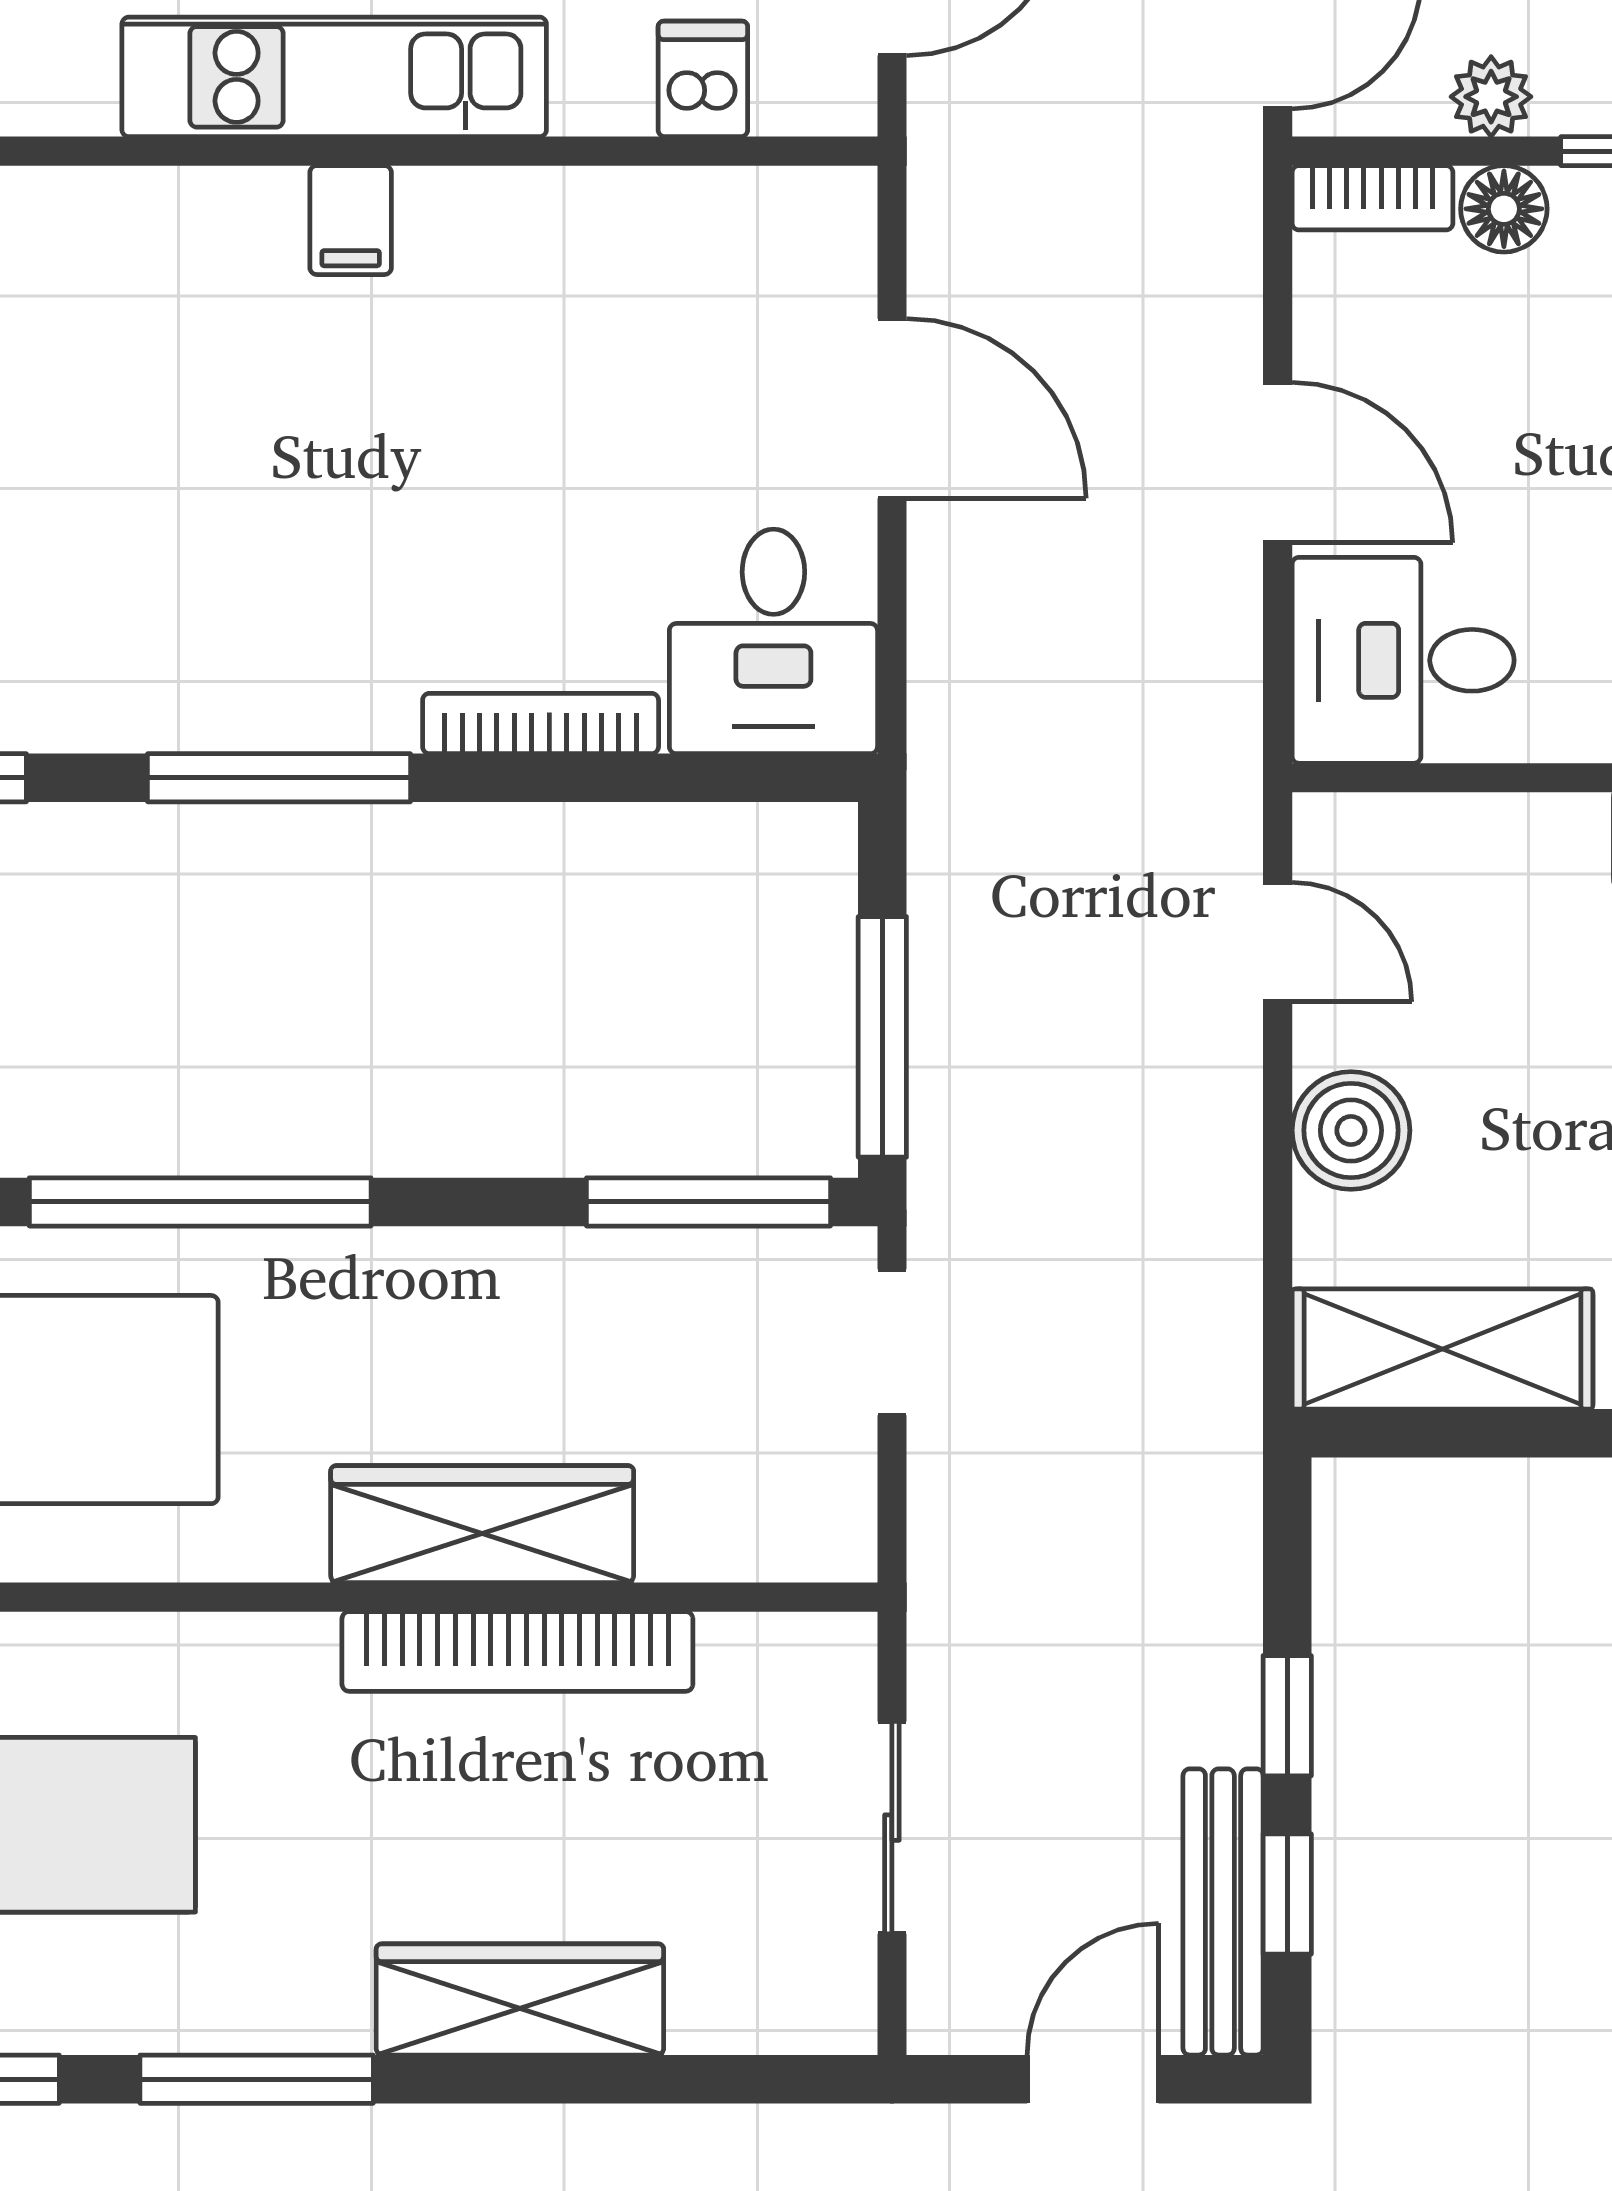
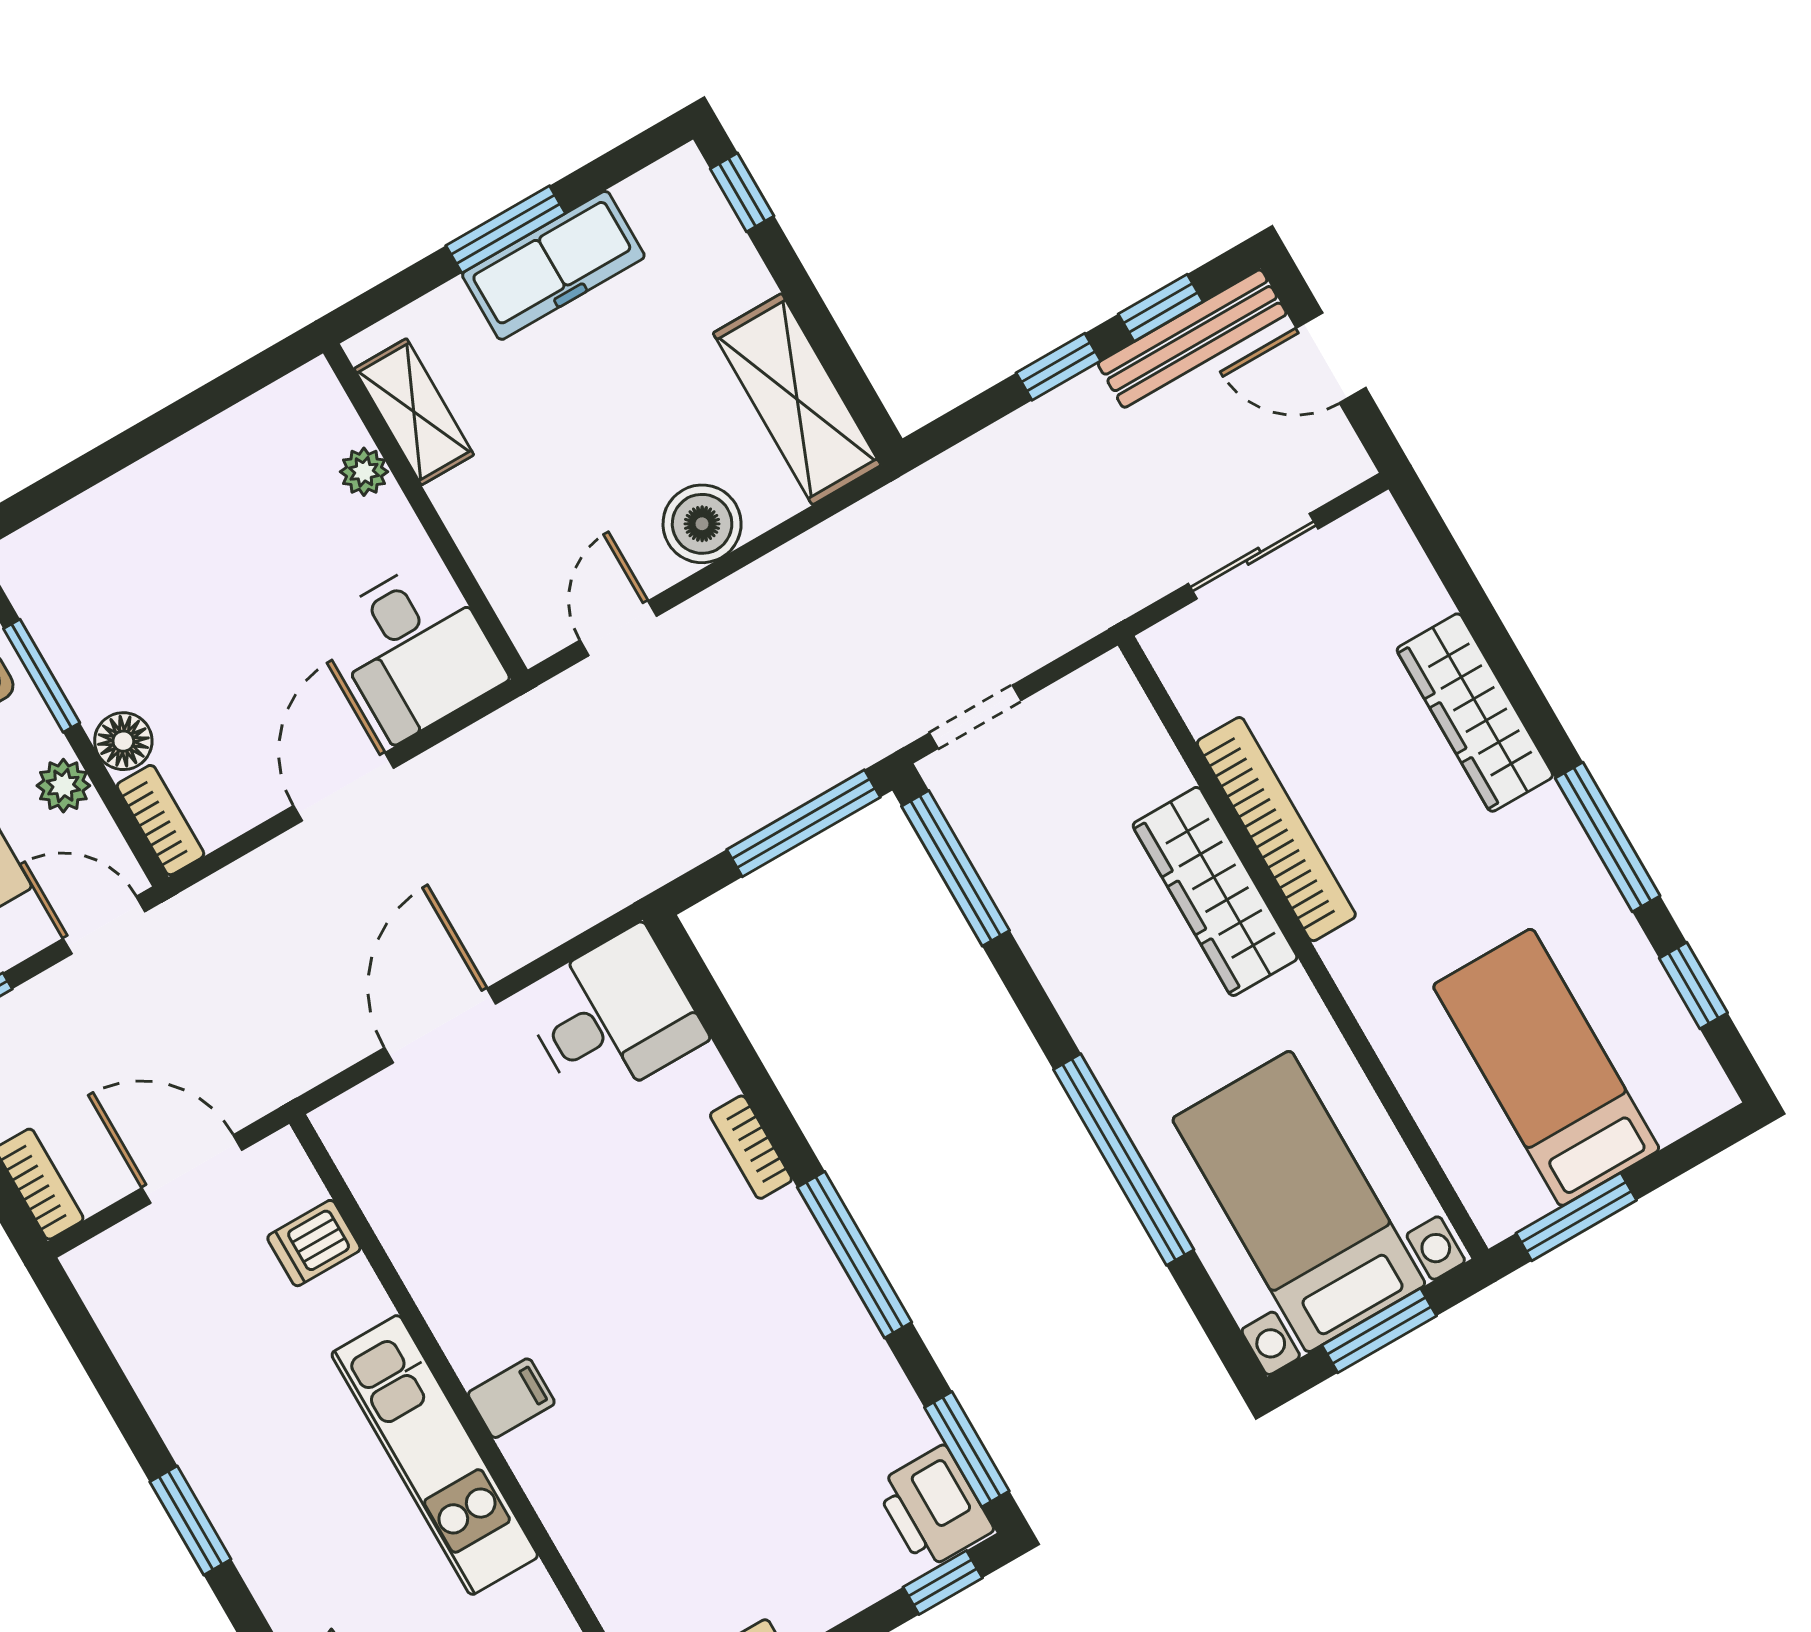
bookcase: (541, 723) -> (751, 1147), width x0.64

